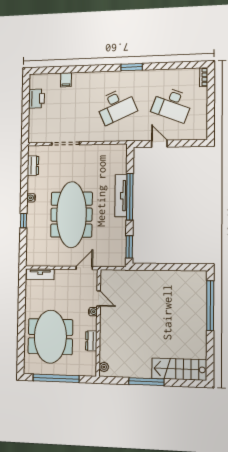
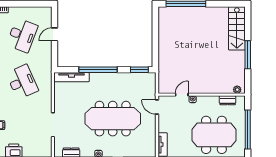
door: (159, 144) -> (55, 34), moved
tv unit: (121, 196) -> (72, 77), moved
dresser: (91, 341) -> (228, 100), moved

